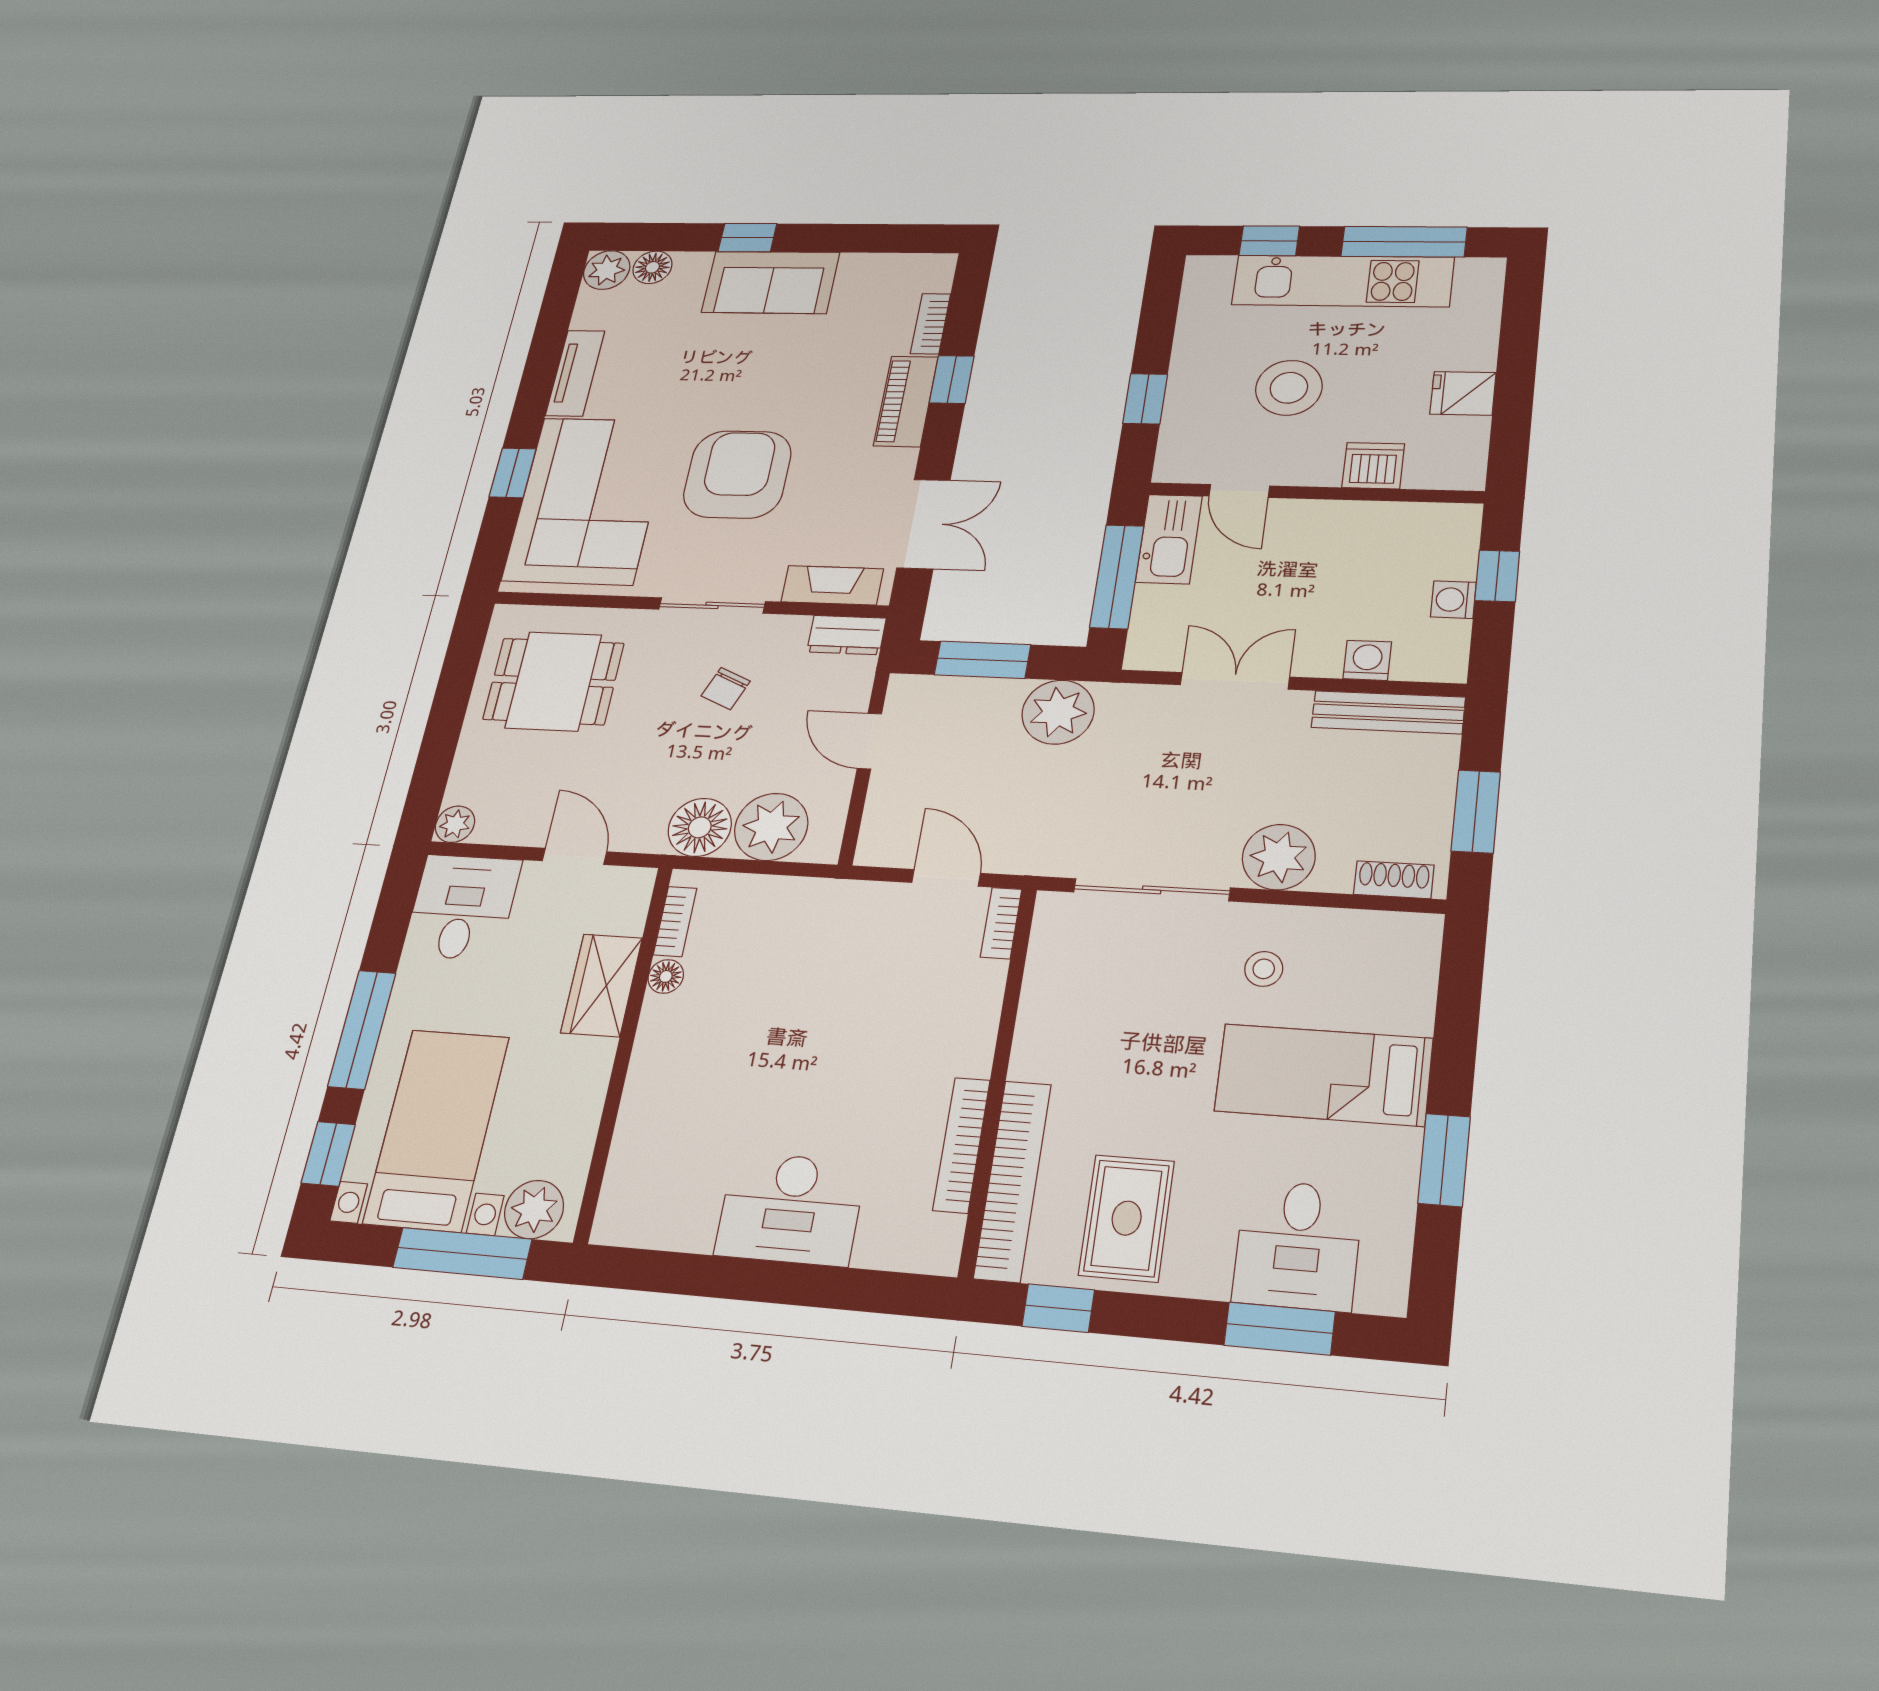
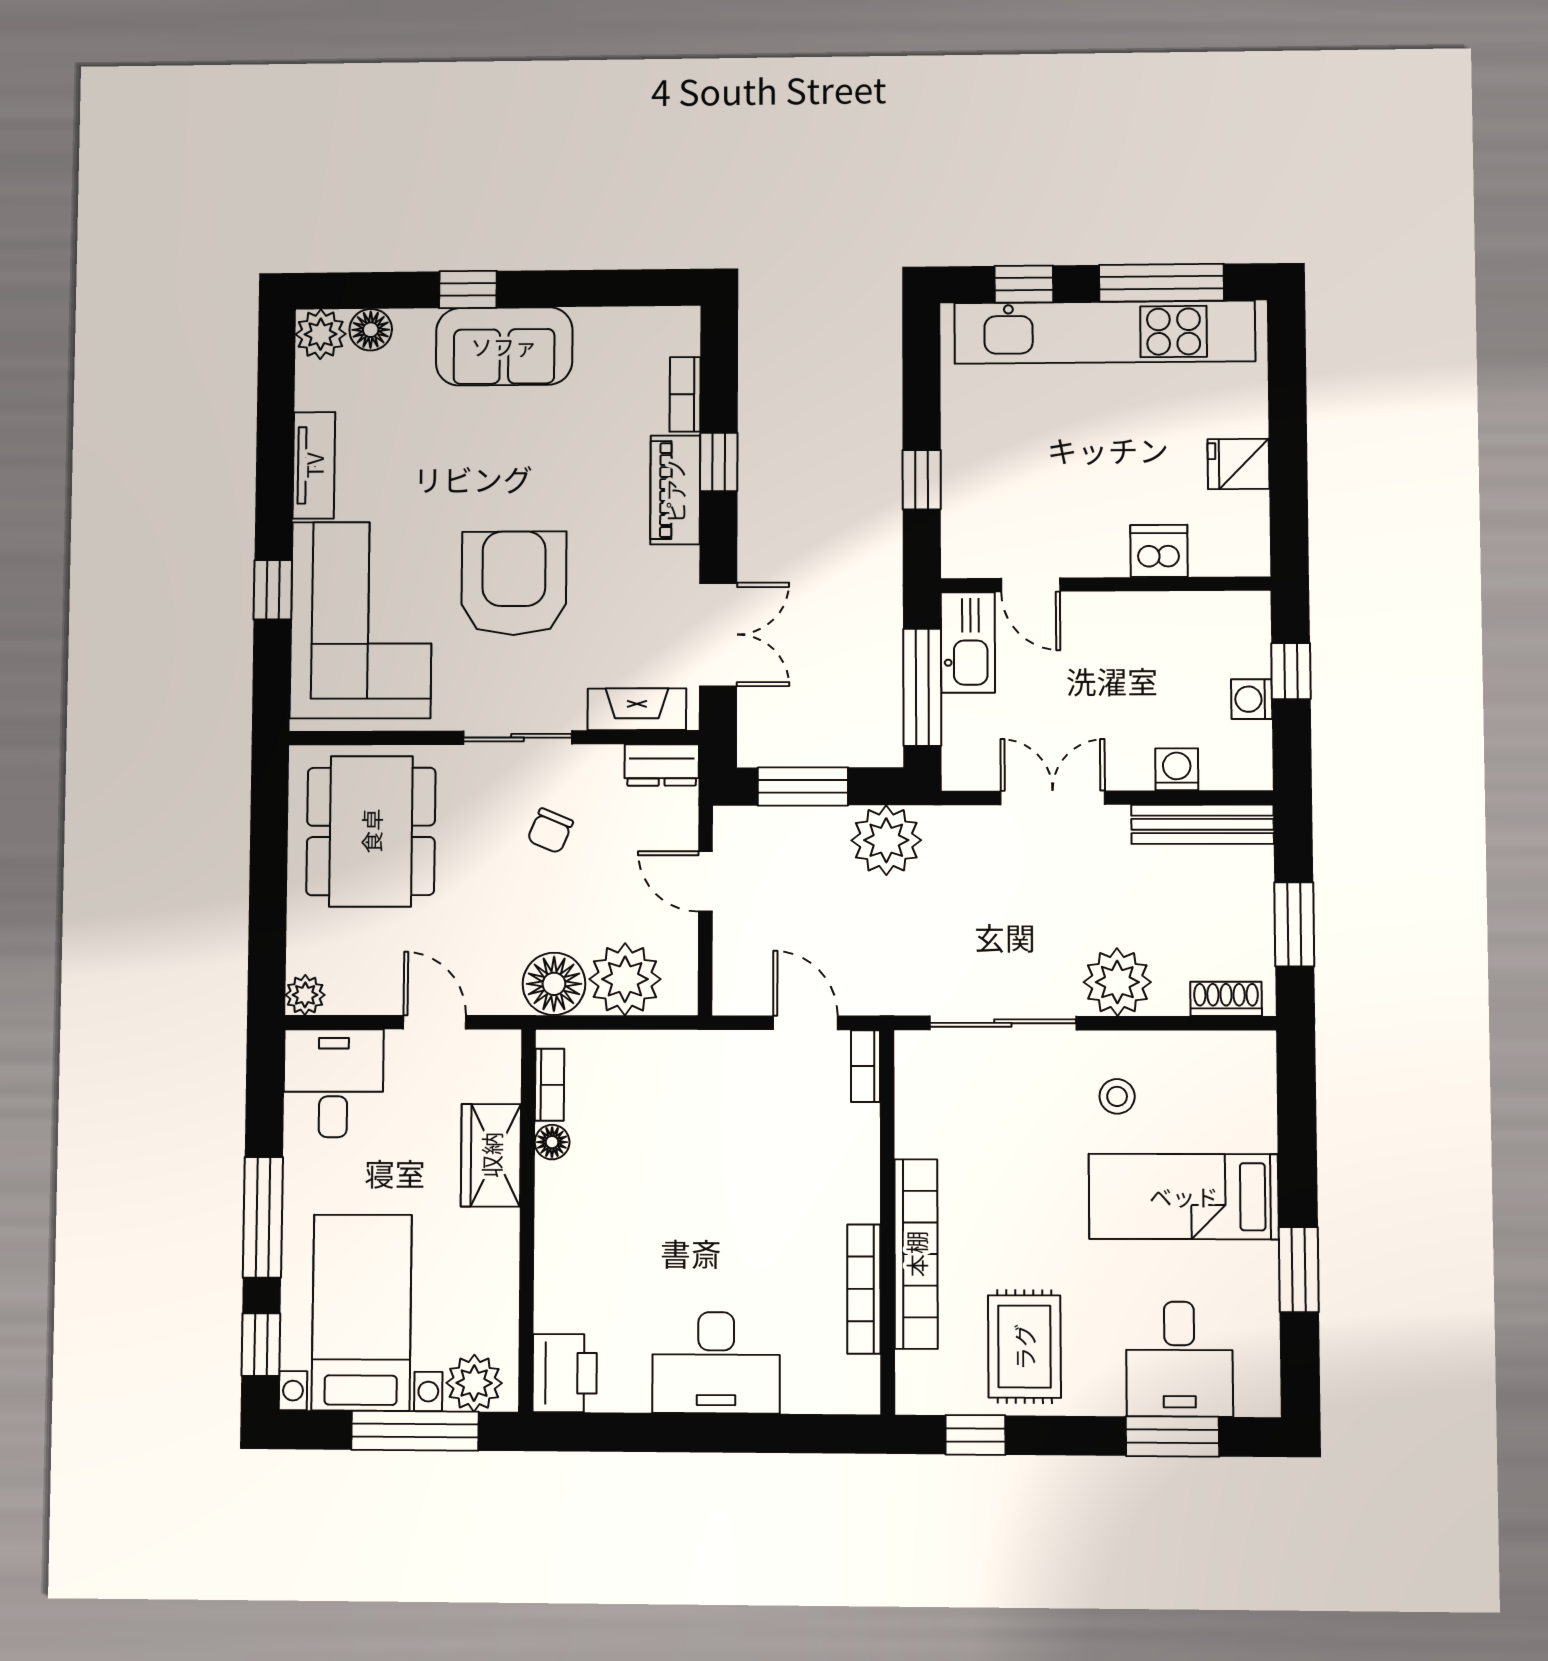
kitchen unit: (1343, 281) -> (1104, 332), width x1.36
stool: (1289, 388) -> (1065, 462), removed
dining table: (553, 681) -> (371, 831), width x1.38
bookcase: (1013, 1180) -> (916, 1254), moved
printer: (630, 1207) -> (565, 1373), added

